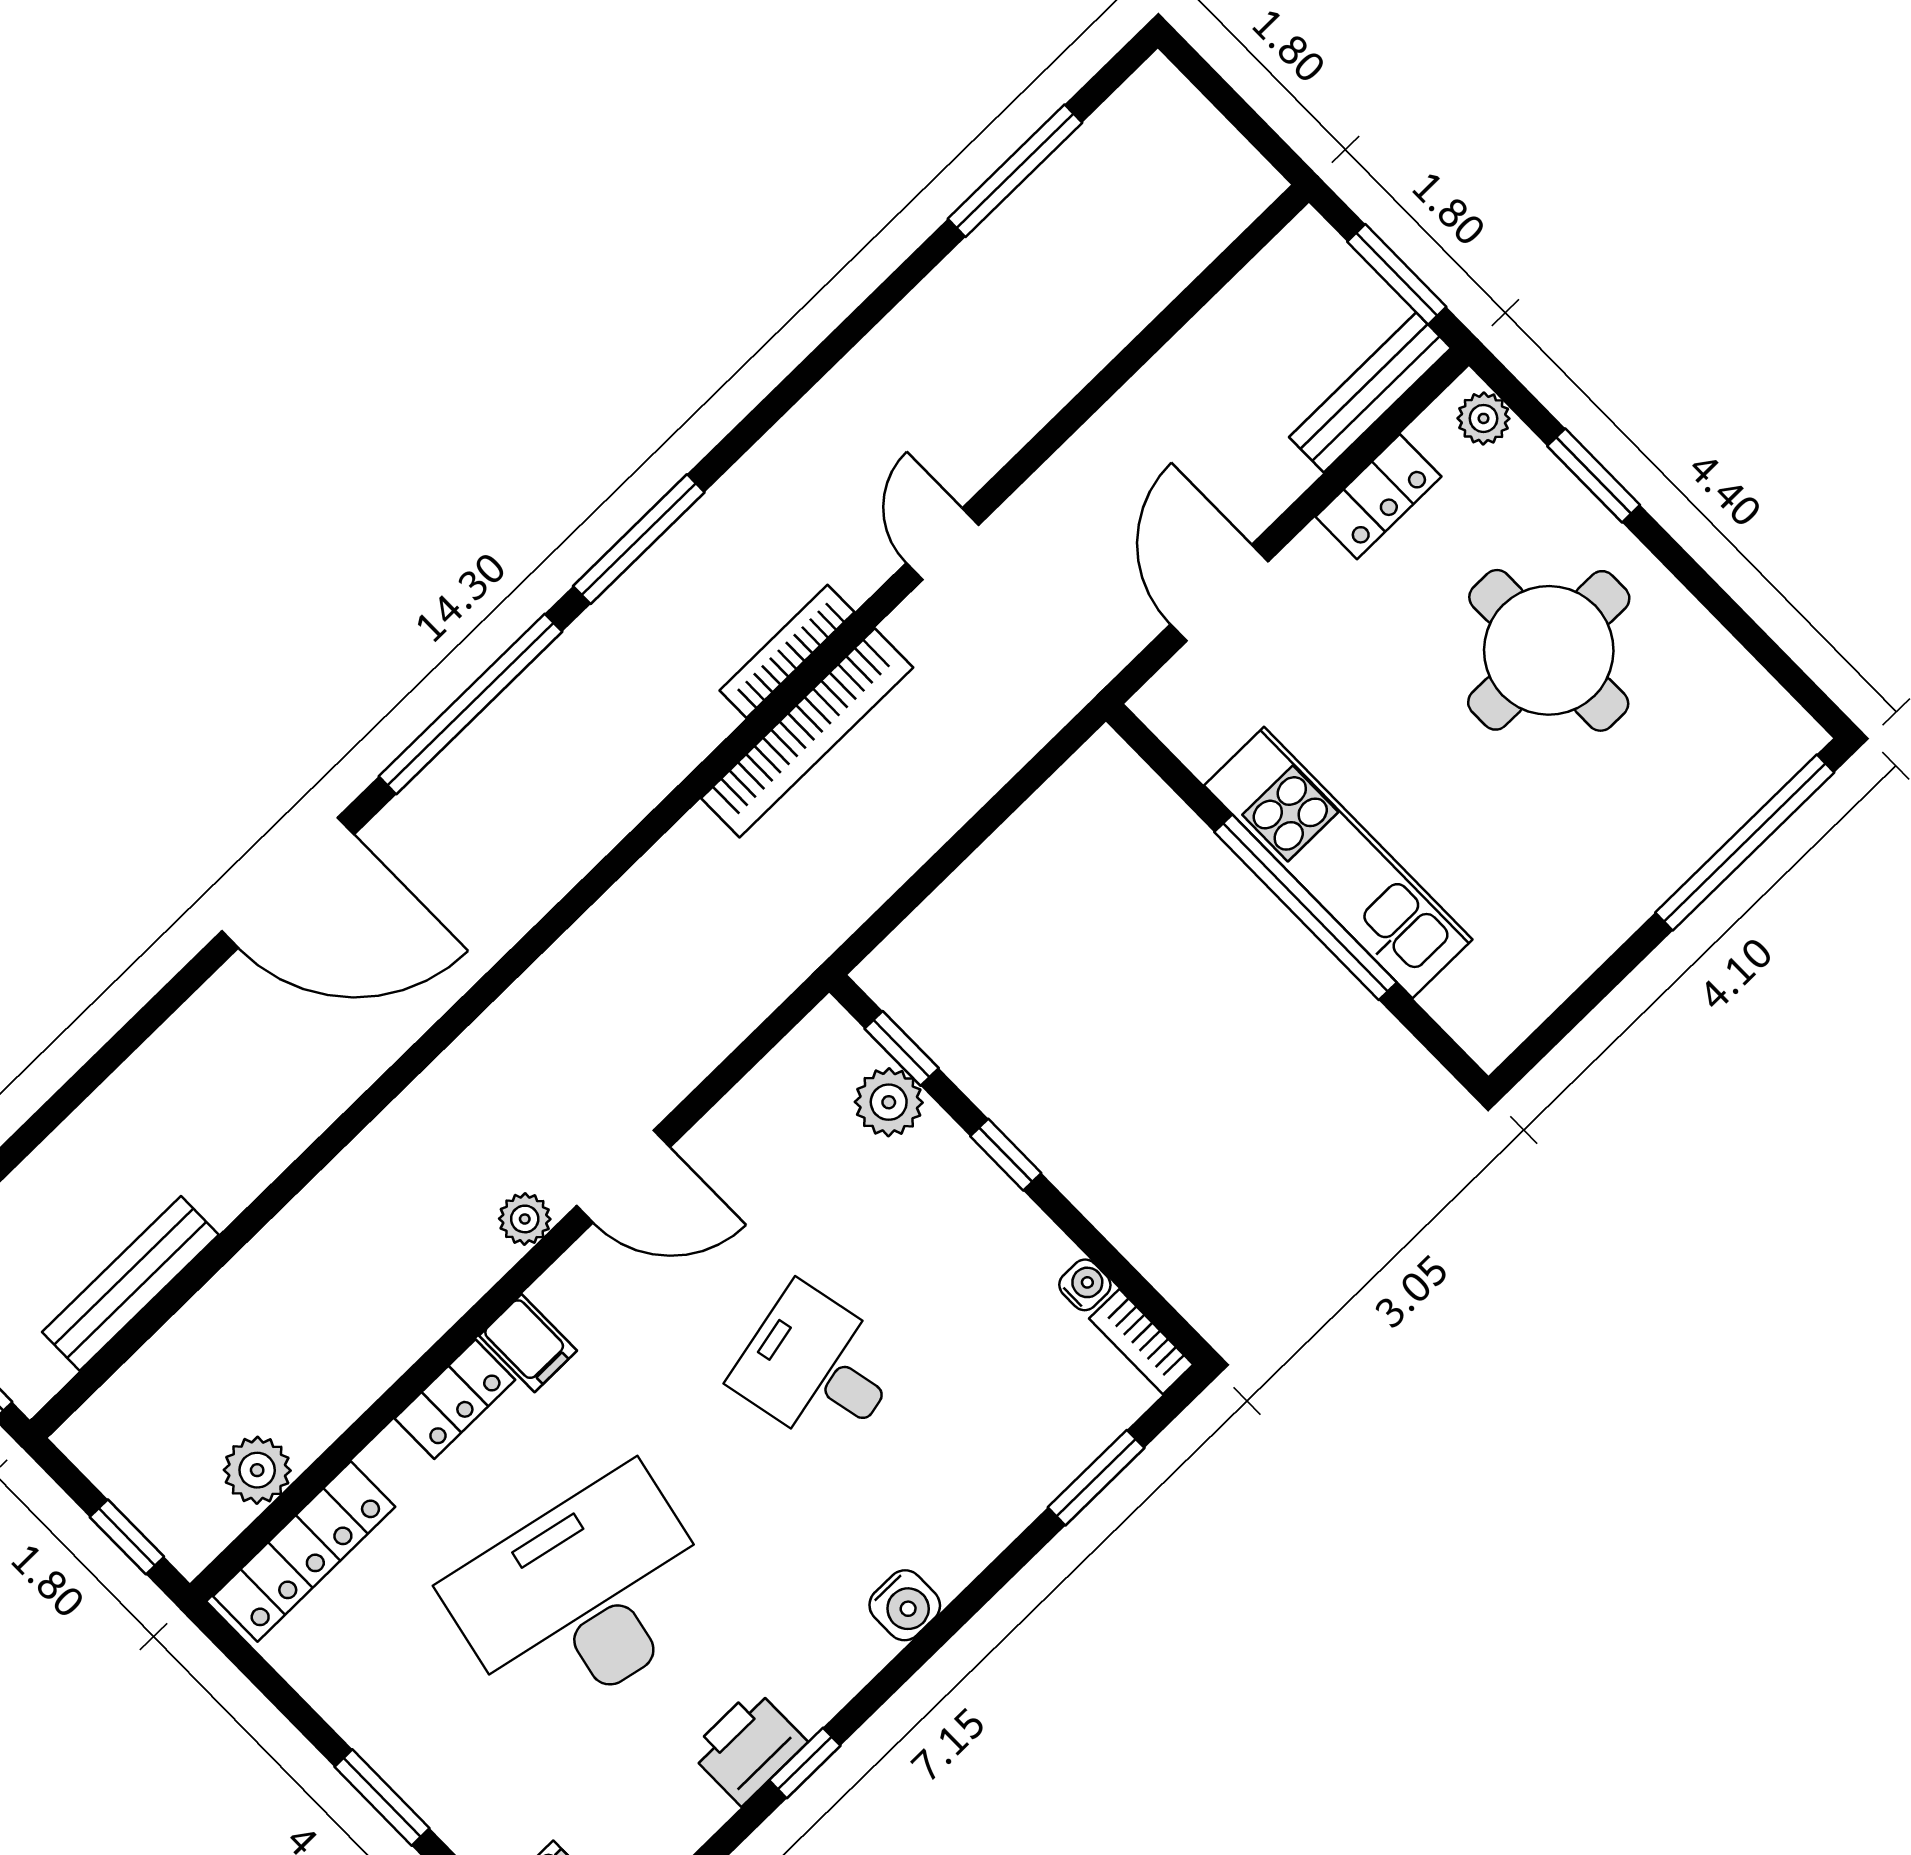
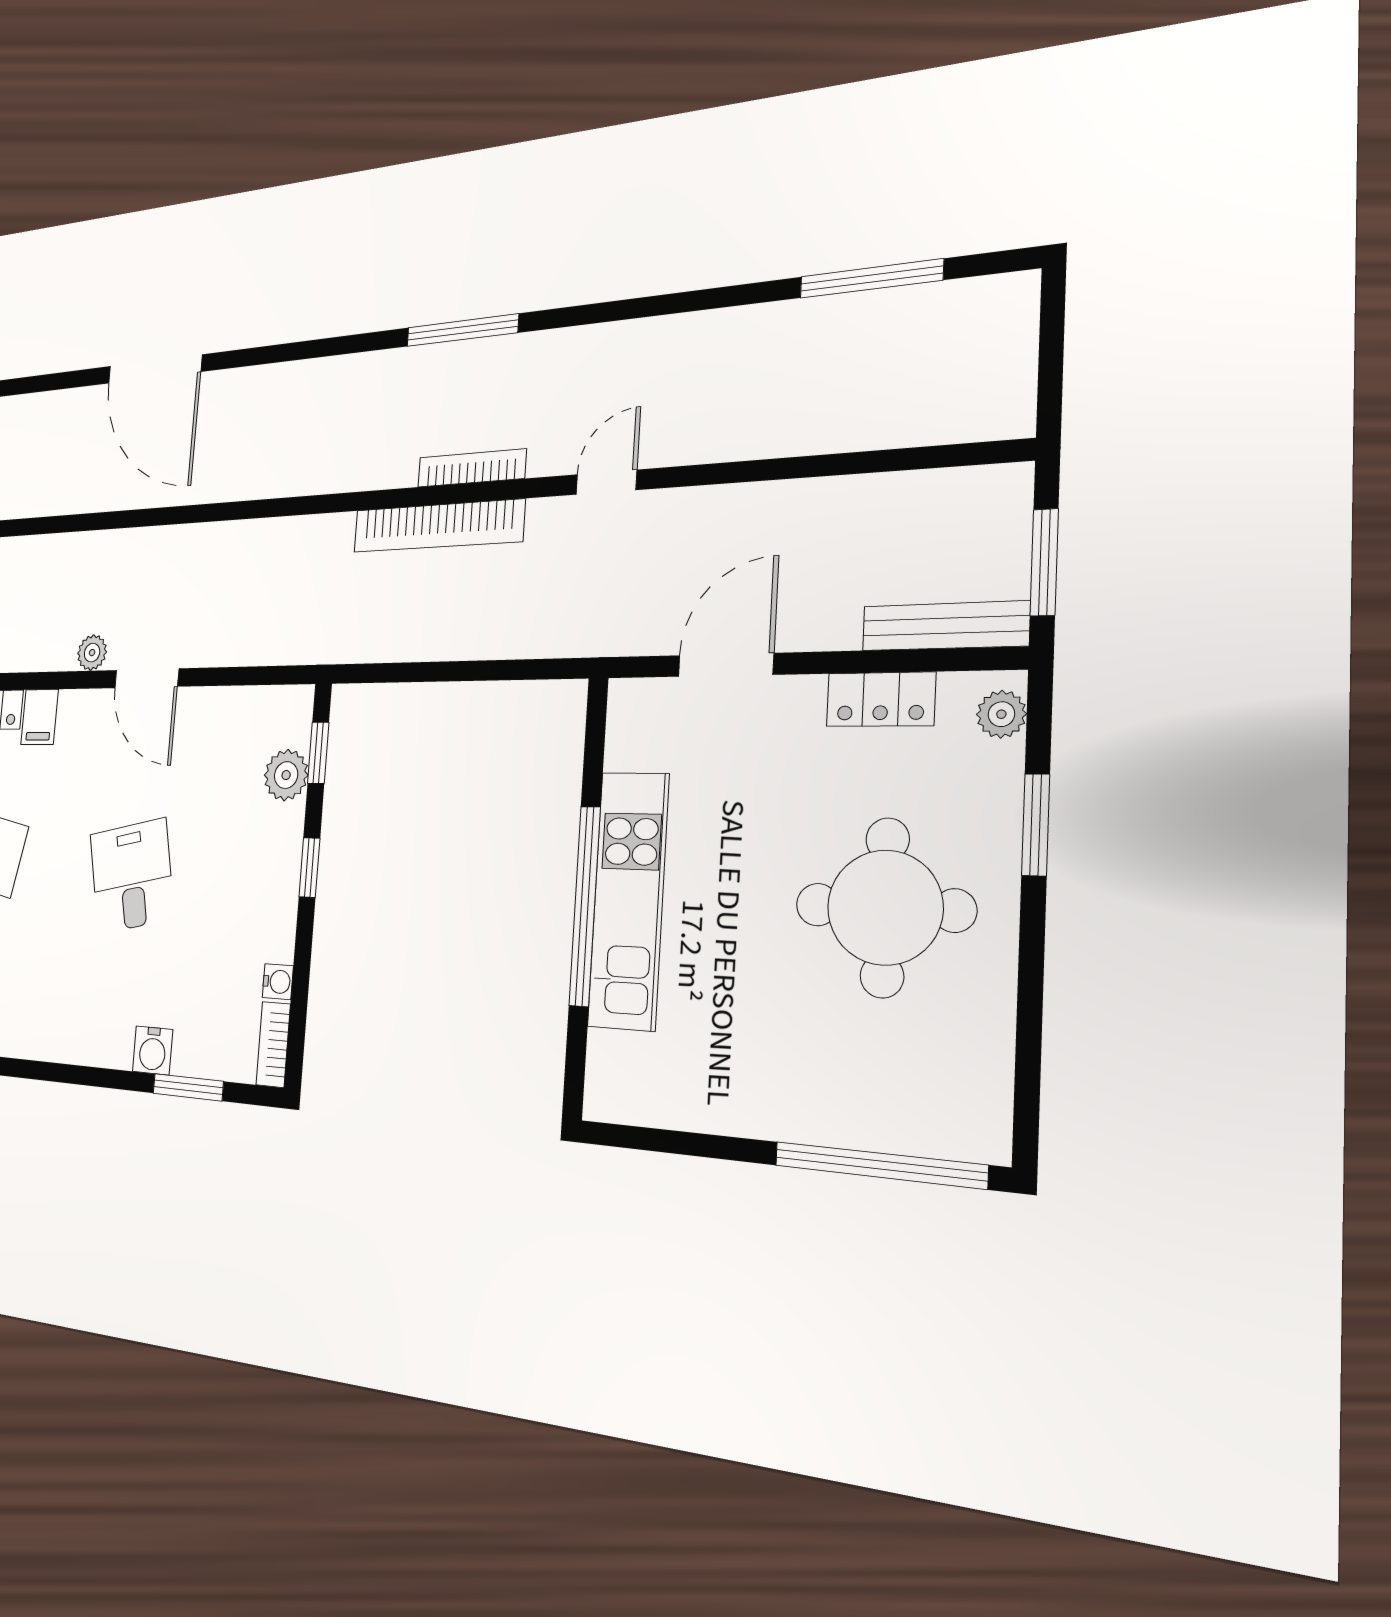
window: (471, 704) -> (307, 350), removed
water cooler: (905, 1605) -> (153, 1050), moved

